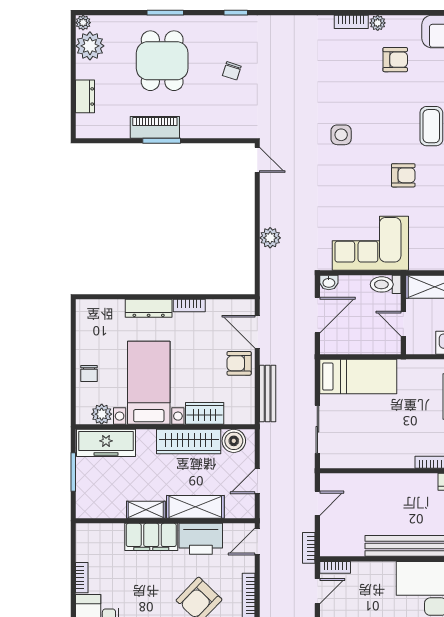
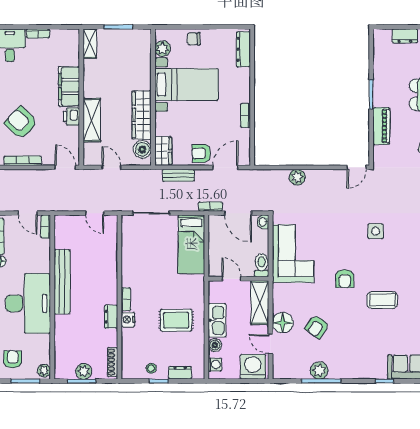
piano: (155, 127) -> (381, 126), moved
dresser: (149, 308) -> (243, 49), moved
door: (403, 324) -> (232, 279), hinge flipped
armchair: (239, 363) -> (201, 153), turned -91
bench: (268, 394) -> (178, 175), width x0.73
wardrobe: (205, 413) -> (163, 151), moved
freezer: (106, 443) -> (141, 52), removed
shelving: (146, 510) -> (90, 43), moved
printer: (201, 539) -> (71, 117), width x0.53, depth x0.68
bookcase: (309, 548) -> (210, 207), moved

